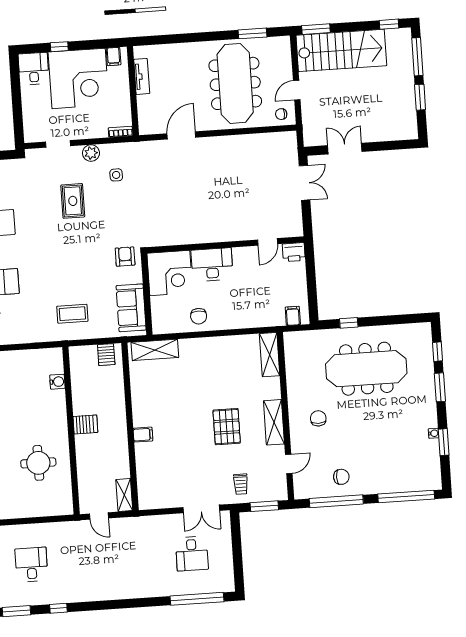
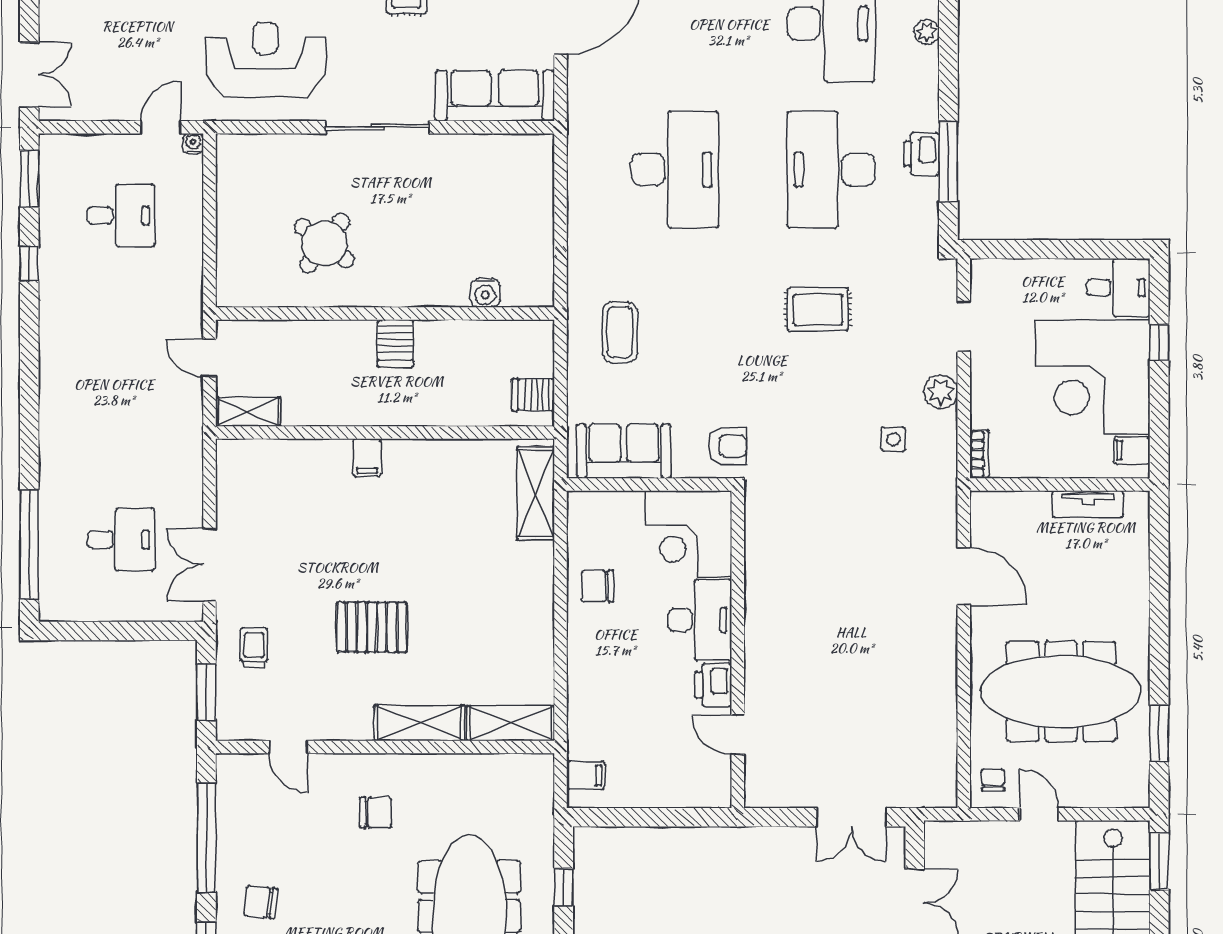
rug: (73, 201) -> (818, 309), moved
printer: (294, 252) -> (713, 685), moved
shelving: (274, 422) -> (419, 723), moved
round table: (38, 463) -> (324, 243), turned 37
chair: (341, 477) -> (261, 902), moved, turned 96
trolley: (241, 484) -> (254, 648), turned 90
door: (99, 516) -> (209, 358), hinge flipped
desk: (192, 554) -> (121, 540), turned 180

